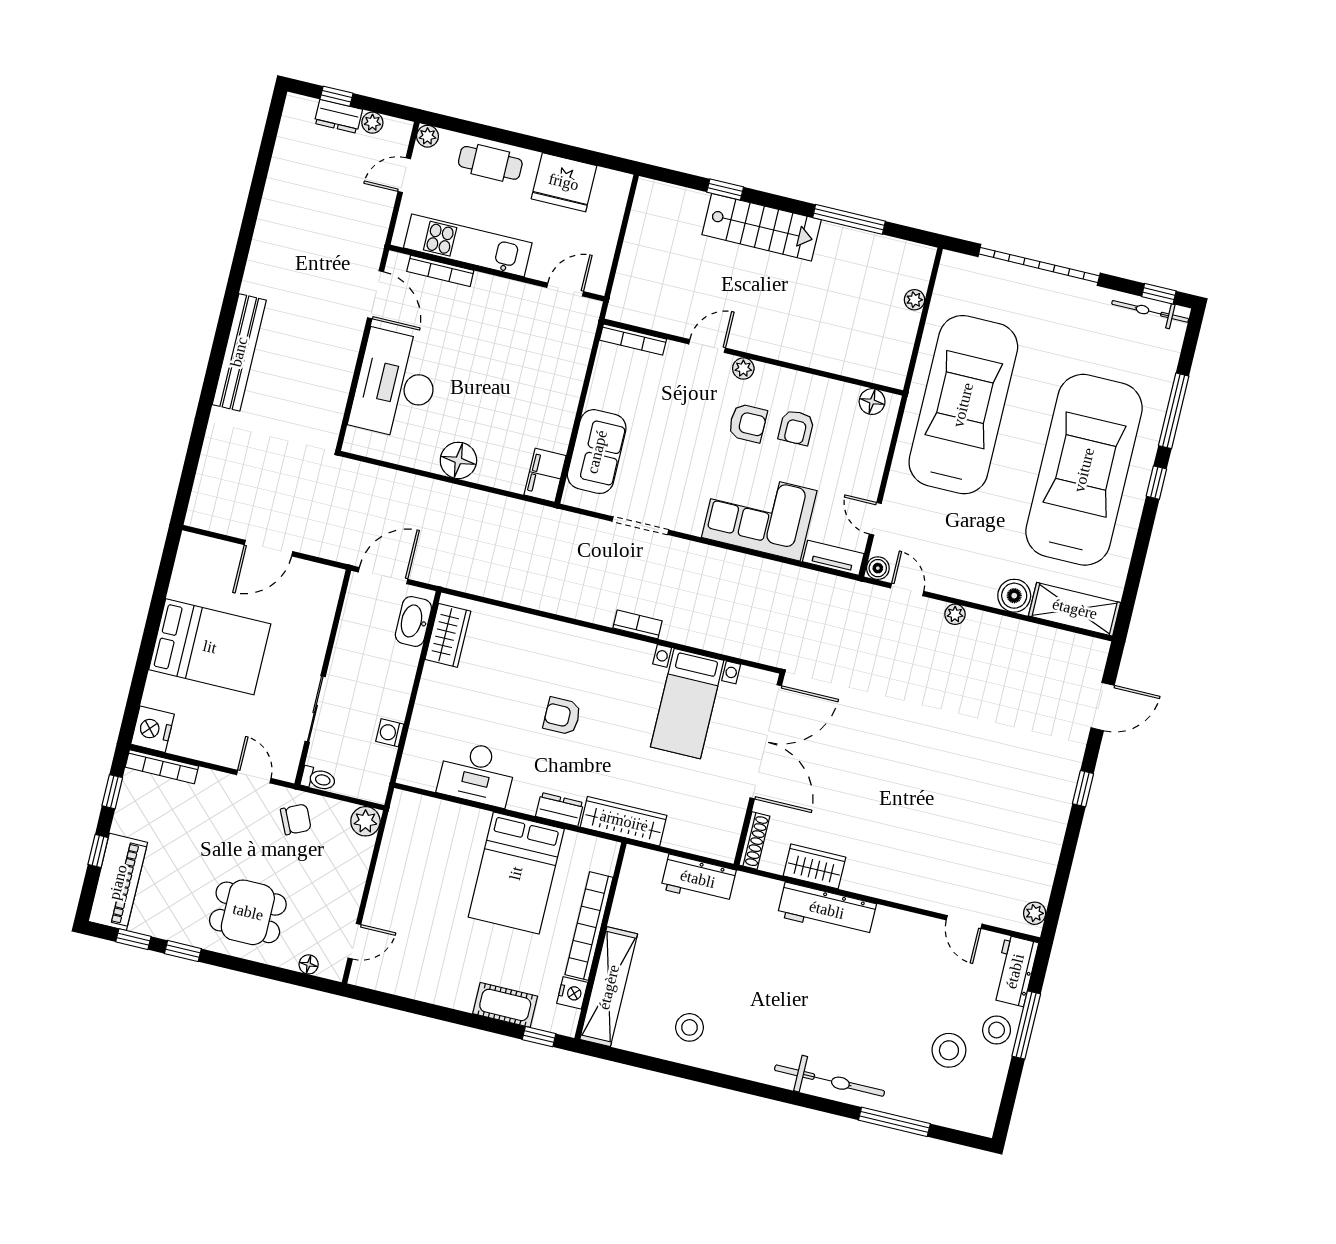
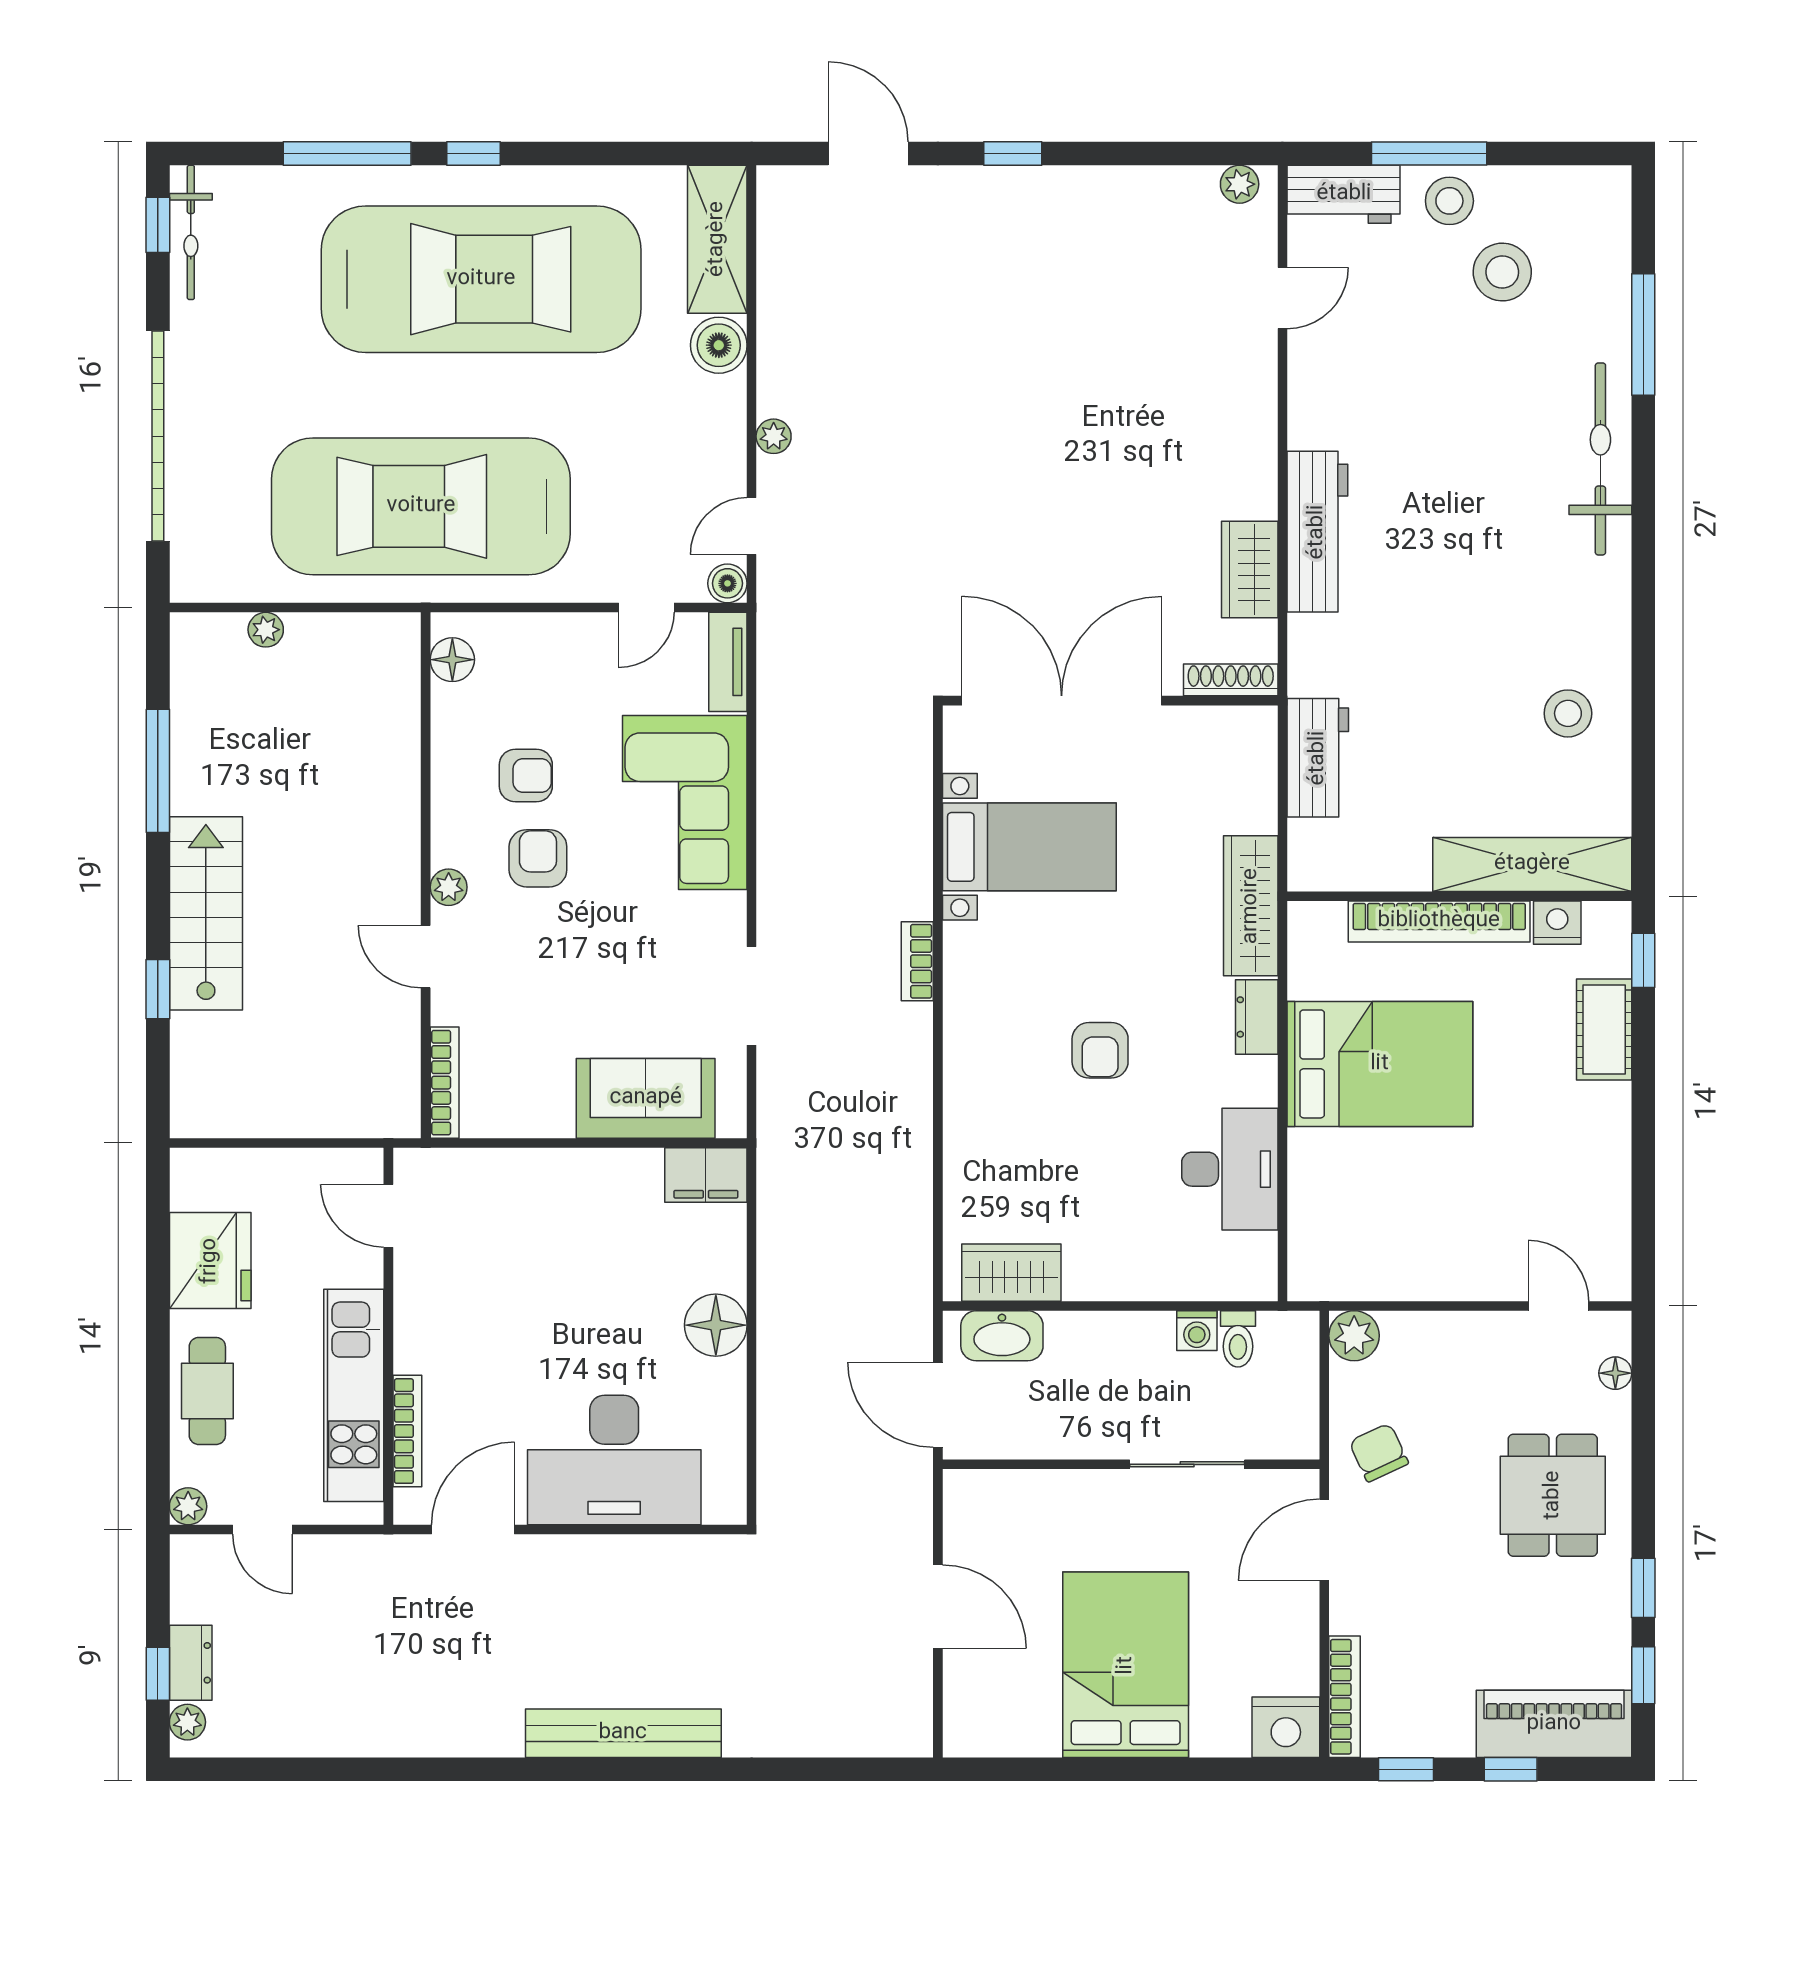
plant: (372, 123) -> (187, 1722), moved
car: (1084, 470) -> (481, 279), turned 180
door: (254, 777) -> (1324, 1540), width x1.38
toilet: (318, 779) -> (1238, 1339), moved, turned 180

